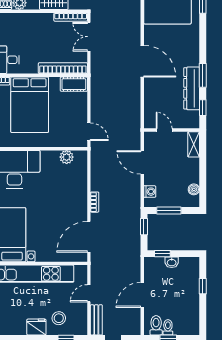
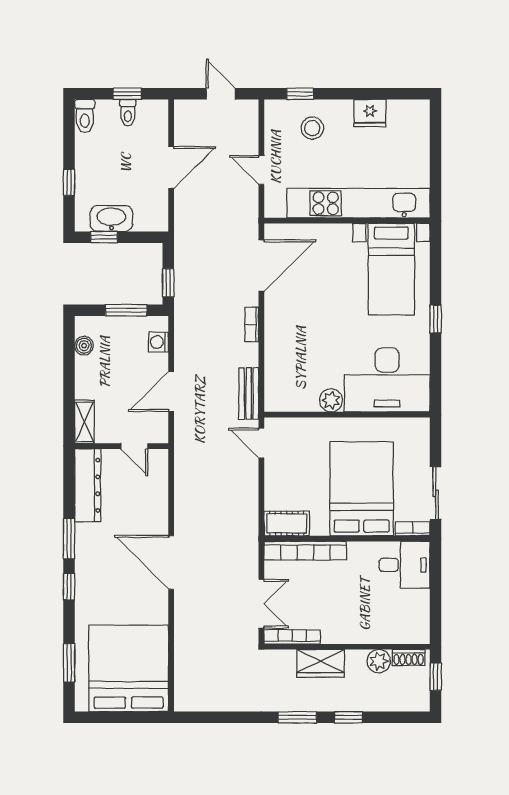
dresser: (192, 88) -> (88, 485), moved
window: (203, 108) -> (69, 587), moved
plant: (67, 157) -> (331, 400), moved
door: (142, 162) -> (171, 391), swing flipped
window: (162, 254) -> (104, 237), moved
washbasin: (172, 262) -> (111, 219), width x1.91, depth x1.45
door: (89, 293) -> (261, 170), swing flipped
bench: (96, 320) -> (249, 393), moved
toilet: (156, 325) -> (85, 116), moved
fridge: (36, 327) -> (370, 113), moved

